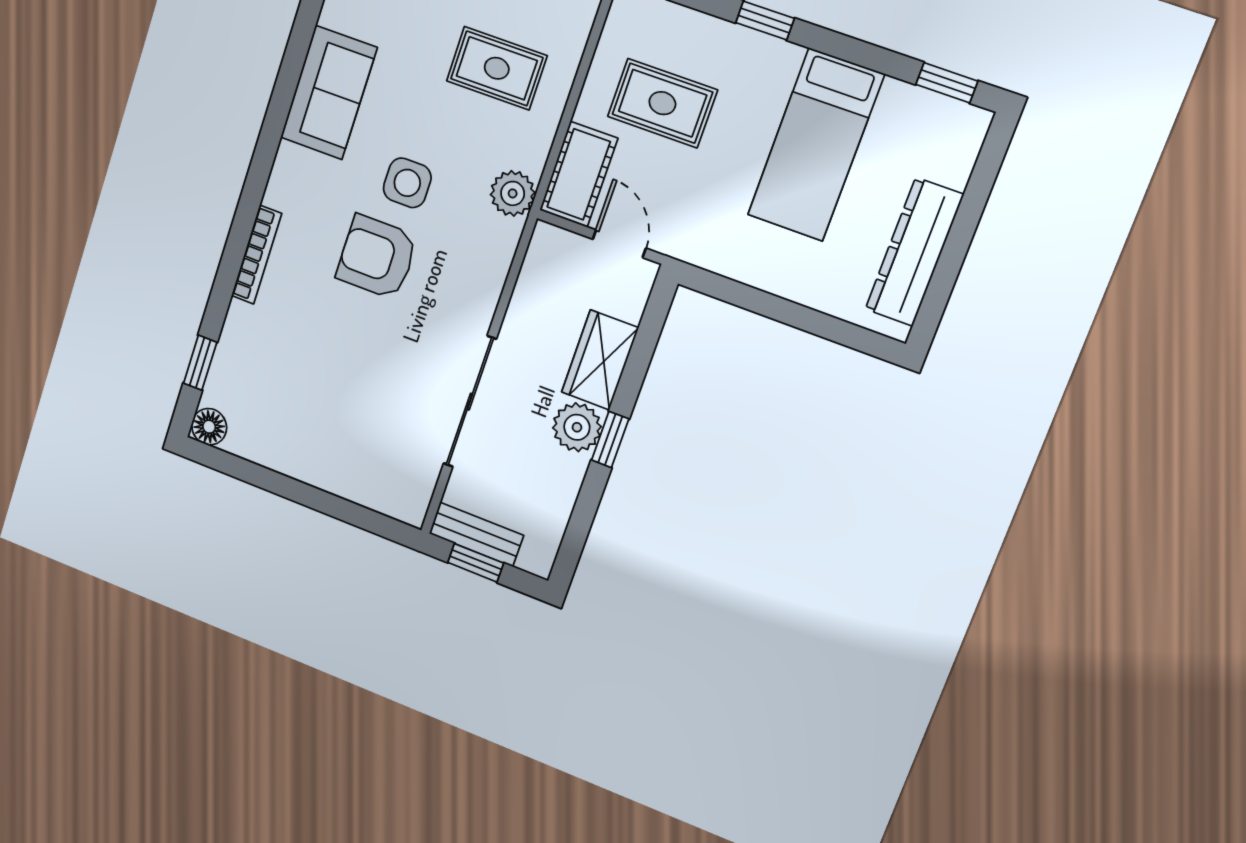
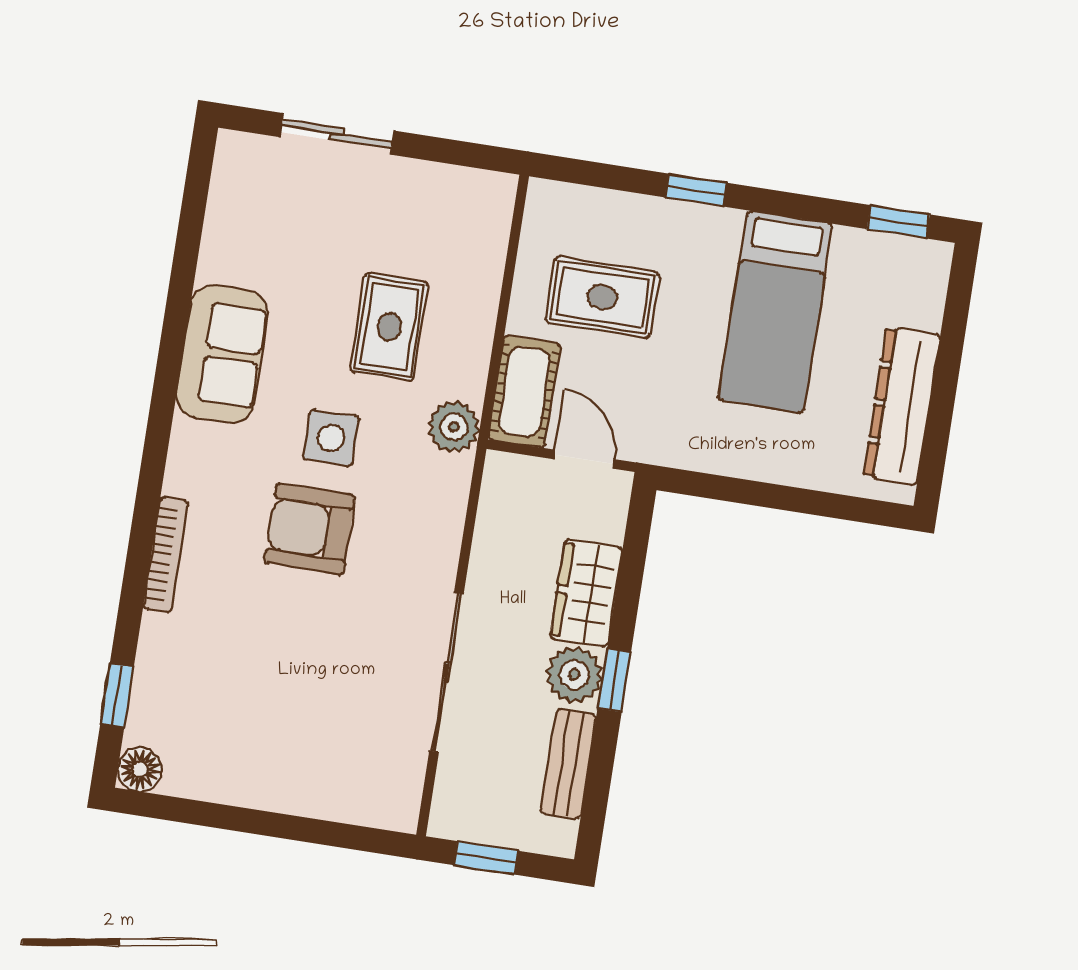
rug: (497, 68) -> (389, 327), moved, turned 90
bench: (476, 534) -> (569, 764), moved, turned 90

